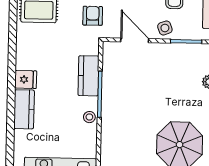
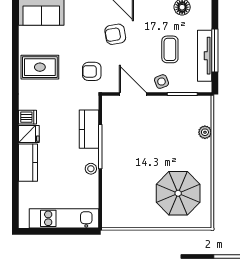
armchair: (93, 16) -> (92, 71), turned -90
dishwasher: (25, 62) -> (28, 117), added

